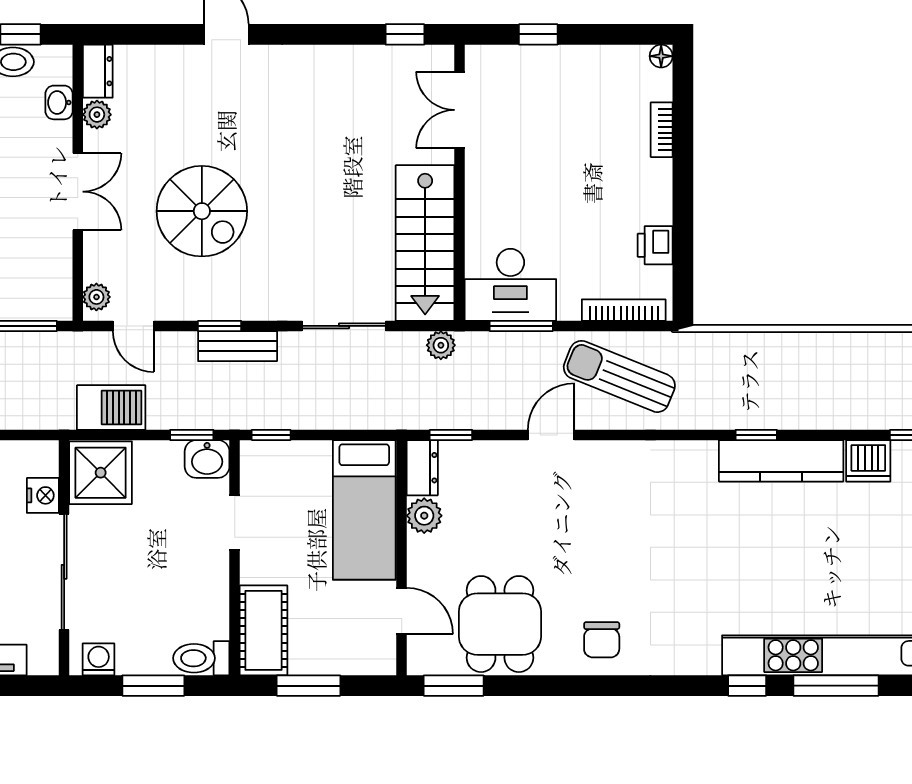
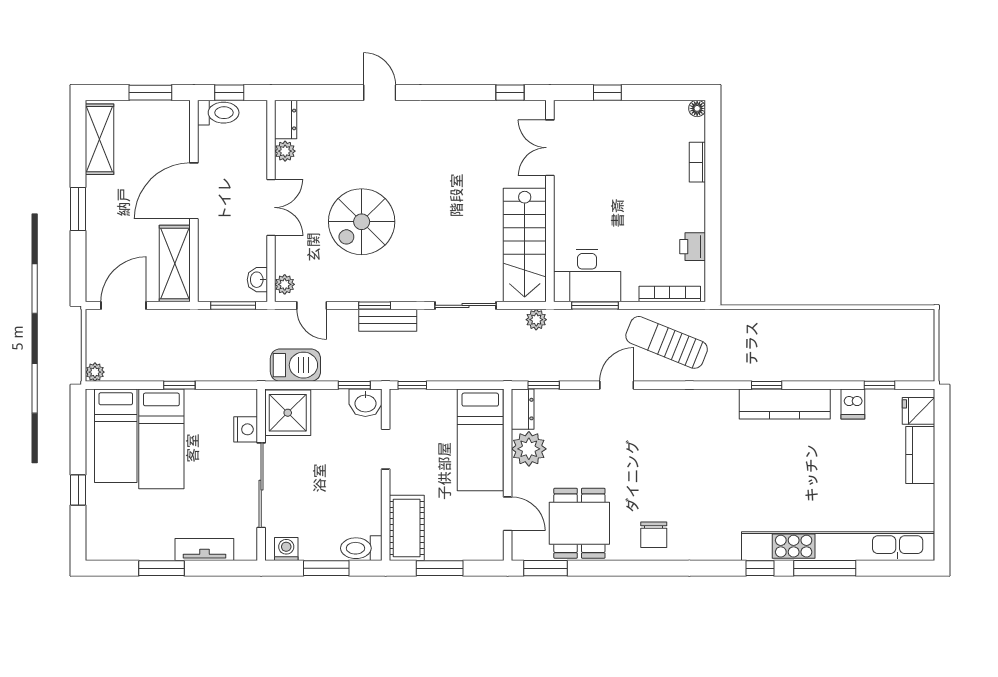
washbasin: (59, 102) -> (257, 280), moved
spiral stairs: (202, 211) -> (362, 222), turned 90
dishwasher: (868, 461) -> (853, 404), width x0.73
plant: (424, 516) -> (529, 449), width x1.36, depth x1.36

